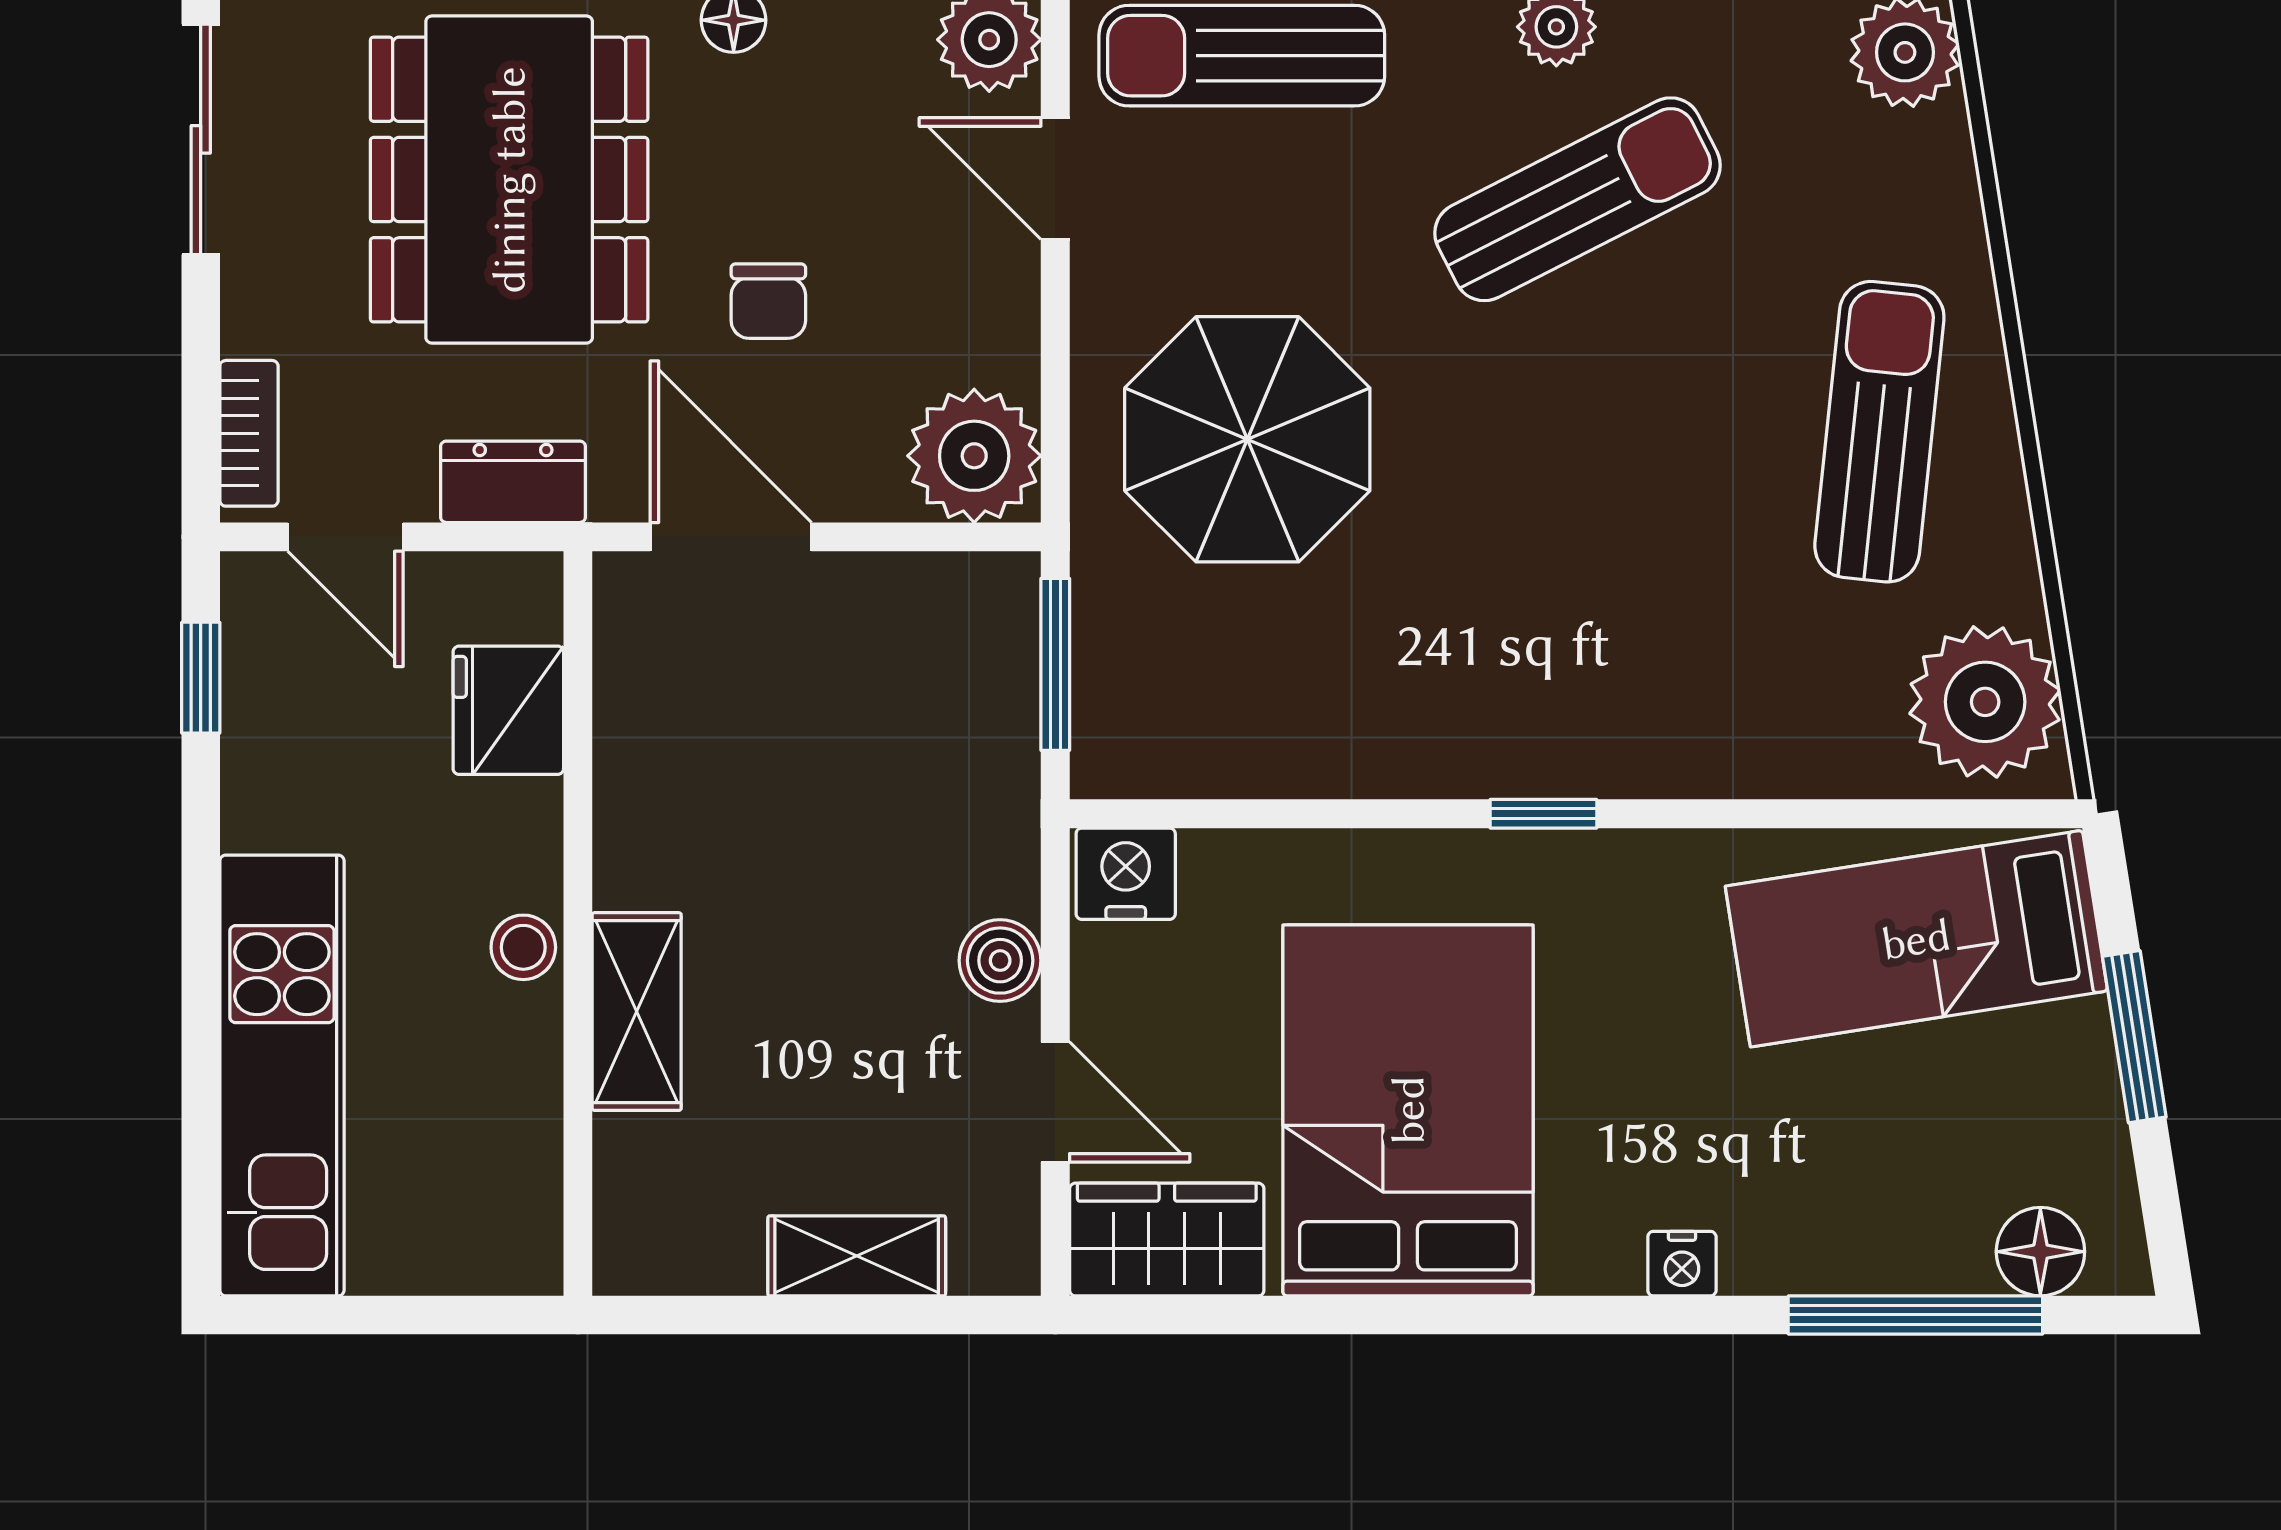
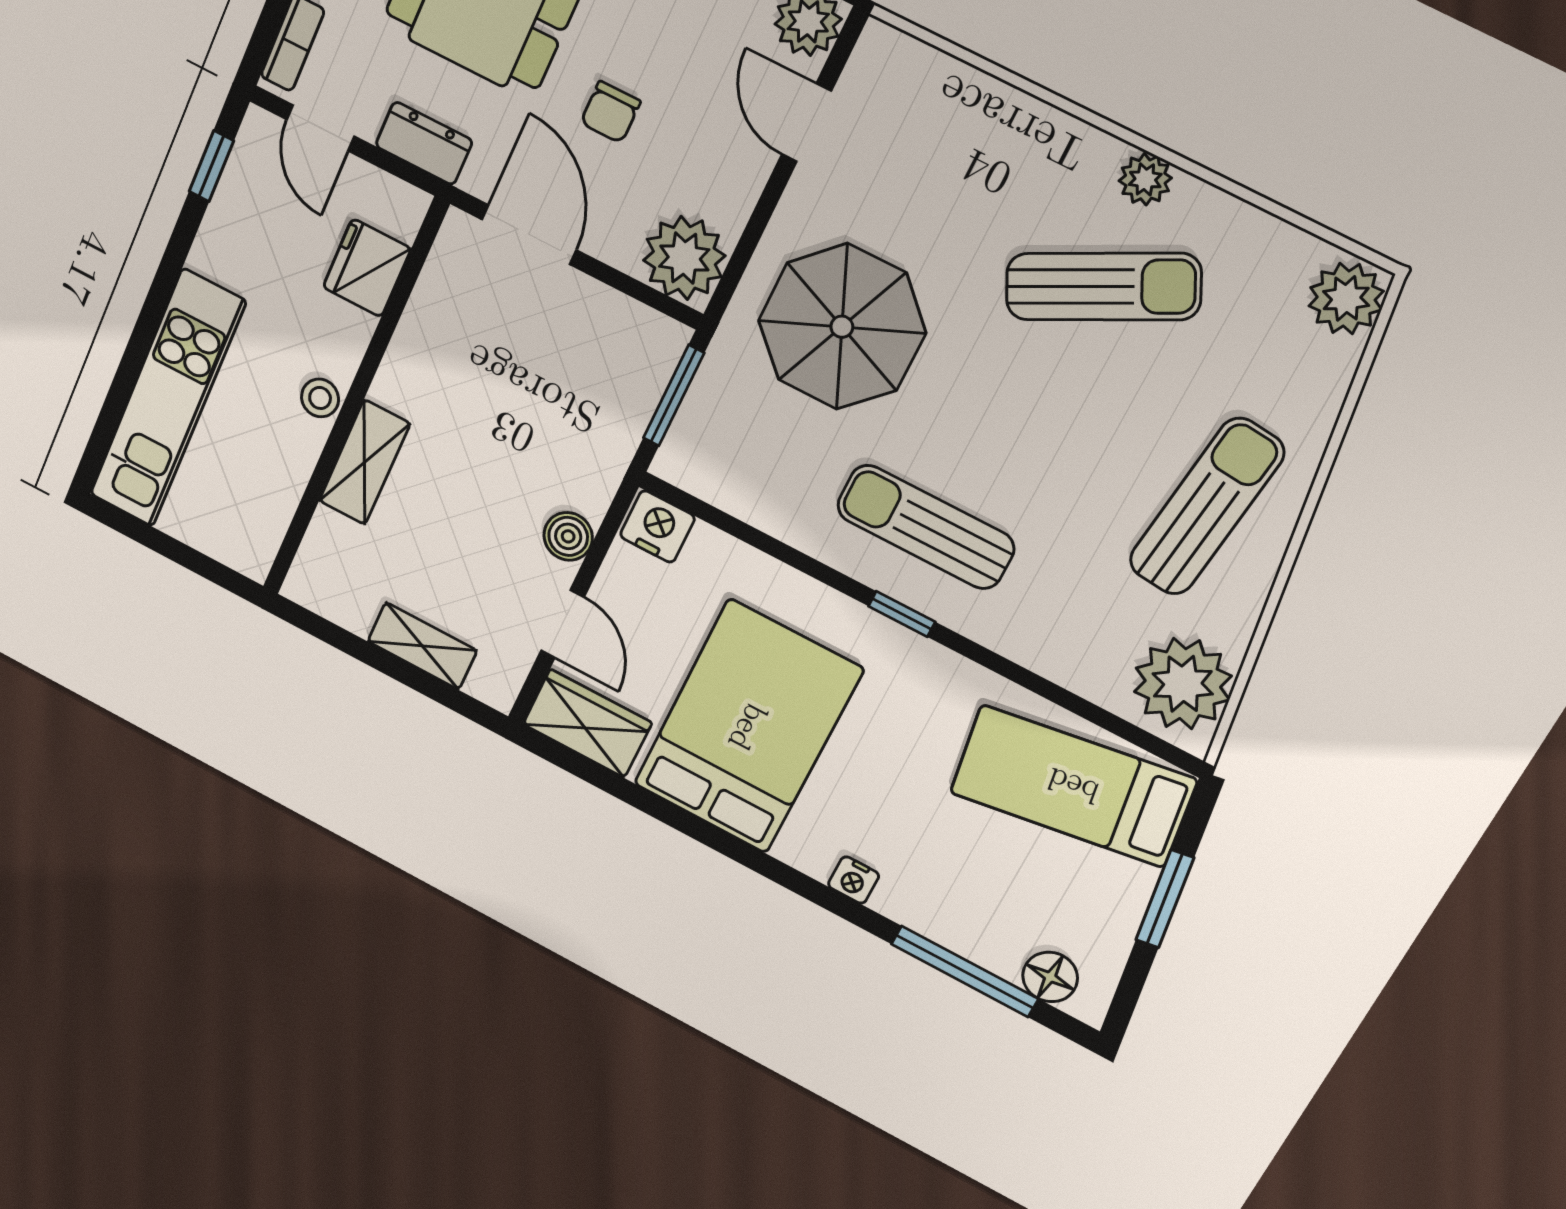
sun lounger: (1242, 56) -> (926, 527), moved

